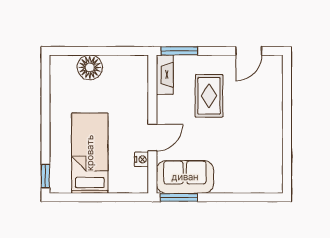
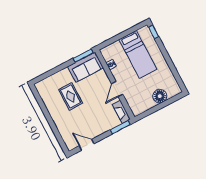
door: (249, 51) -> (87, 145), hinge flipped
rug: (209, 96) -> (71, 96), moved
door: (152, 138) -> (117, 89), moved

